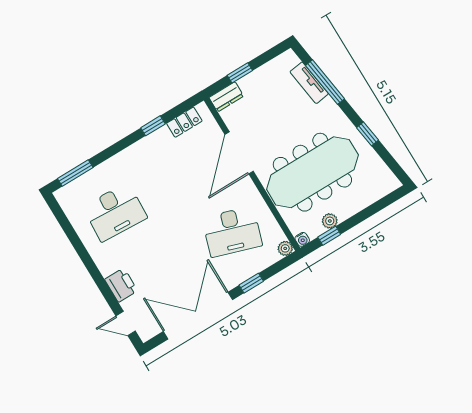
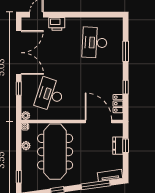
tv unit: (309, 83) -> (110, 175), moved
dresser: (226, 97) -> (118, 146), moved
door: (239, 153) -> (99, 121), moved
window: (75, 173) -> (126, 51), moved
window: (329, 236) -> (19, 177), moved

